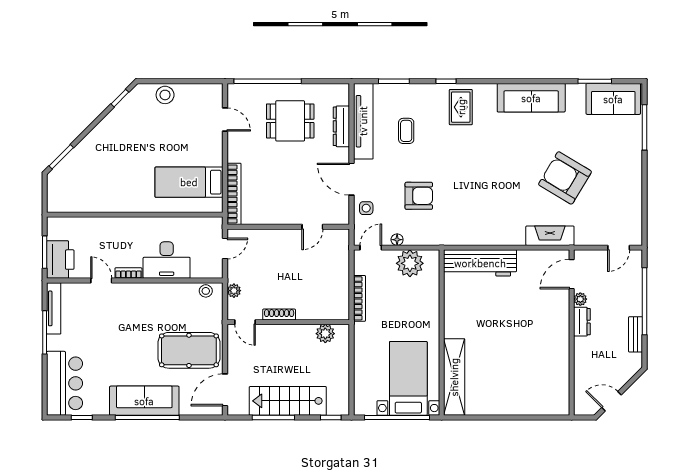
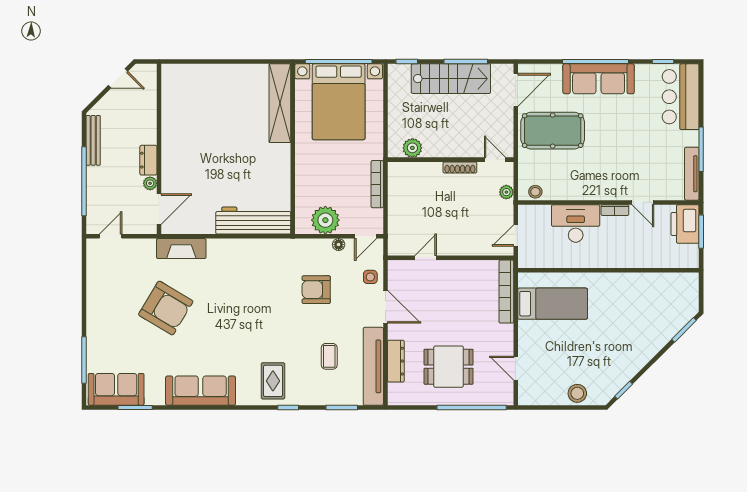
bench: (636, 334) -> (93, 140), width x1.36
bed with nightstands: (408, 378) -> (339, 102), width x1.36

